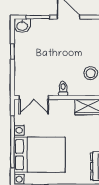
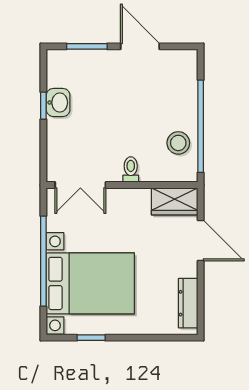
washbasin: (22, 26) -> (58, 103), moved, turned -90

